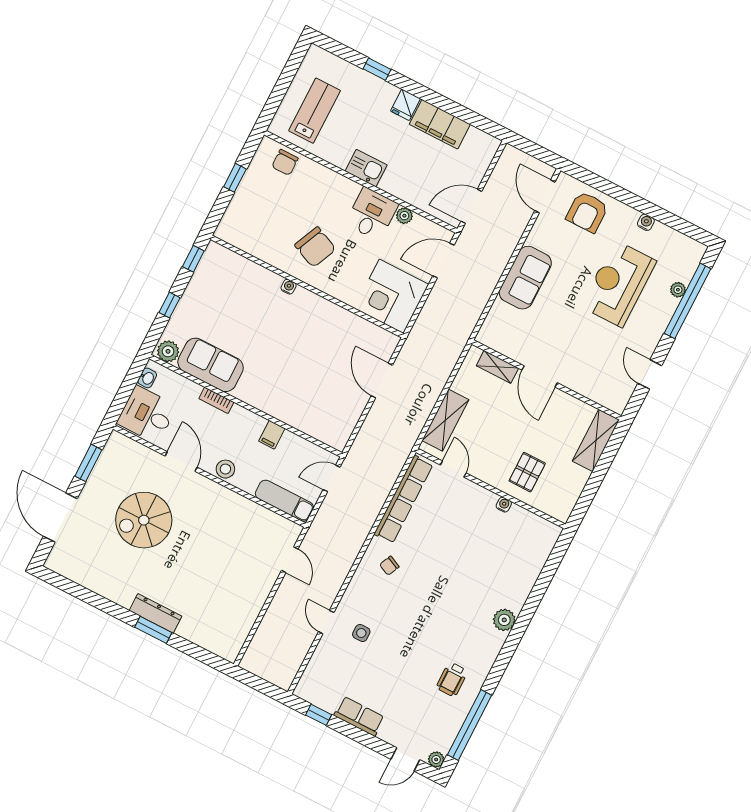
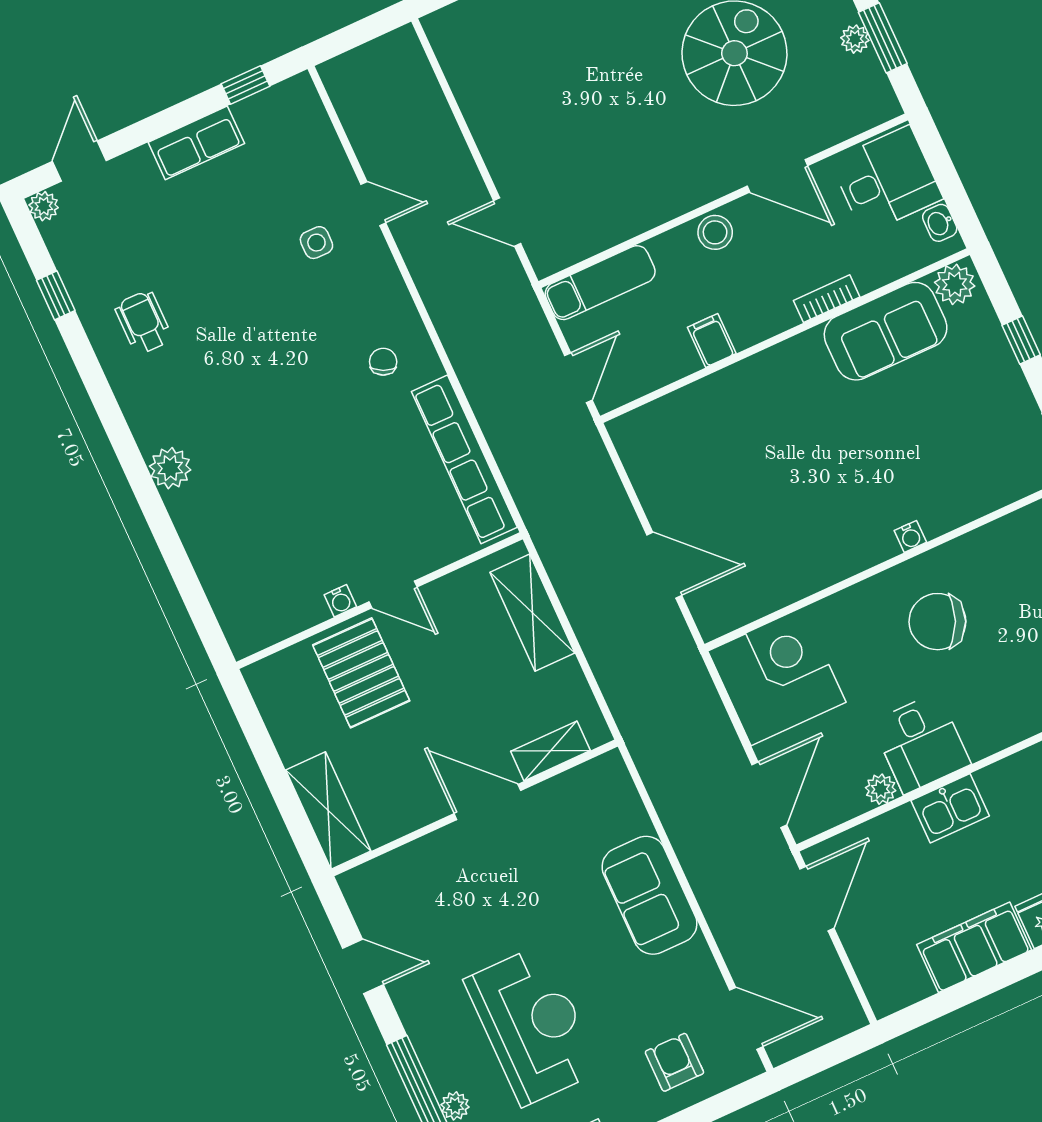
kitchen sink: (366, 168) -> (950, 808), moved
armchair: (587, 212) -> (674, 1062), width x0.72, depth x0.72
door: (453, 469) -> (393, 594), moved
pallet: (527, 472) -> (361, 673), width x1.50, depth x1.42
plant: (98, 474) -> (855, 39), added
window: (470, 725) -> (56, 295), width x0.32

